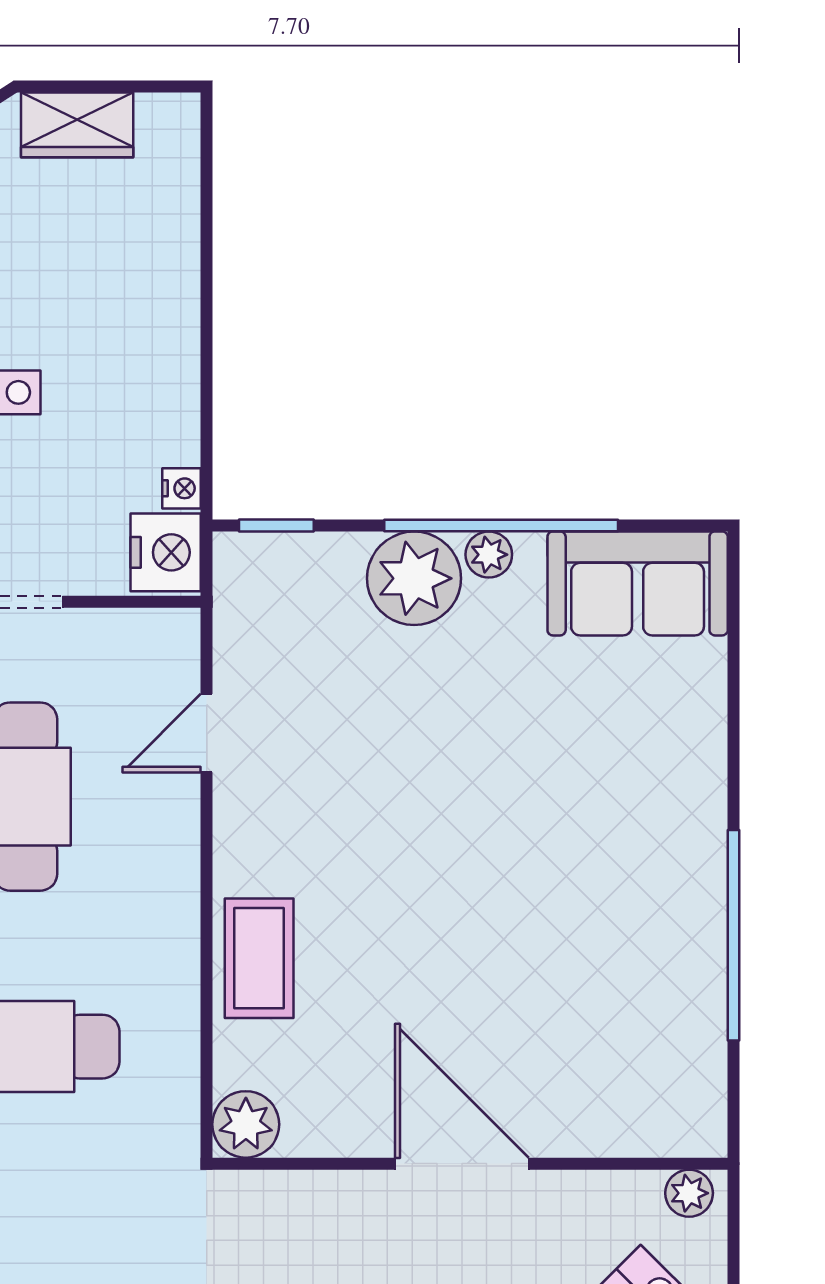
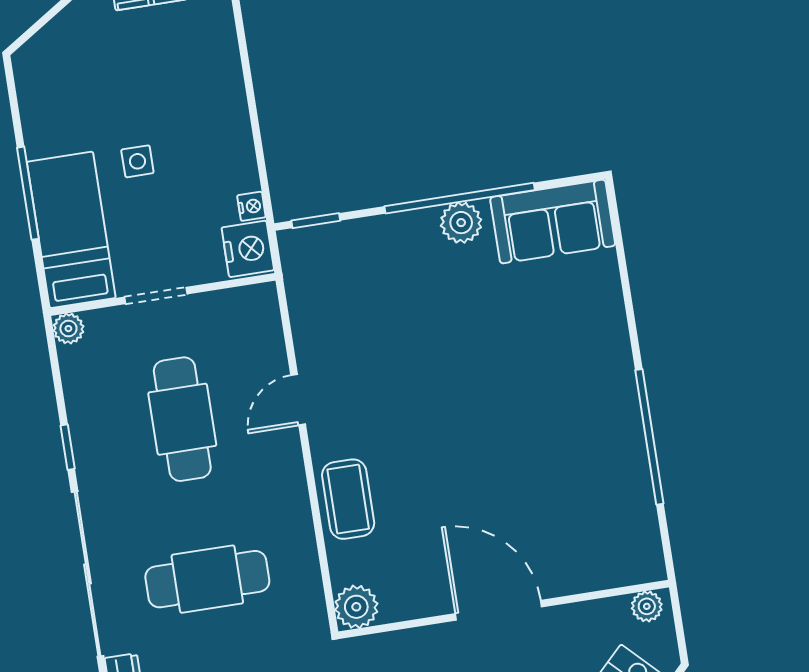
plant: (489, 555) -> (461, 223), width x1.38, depth x1.38
plant: (414, 578) -> (409, 241), removed
door: (207, 733) -> (298, 400), moved

